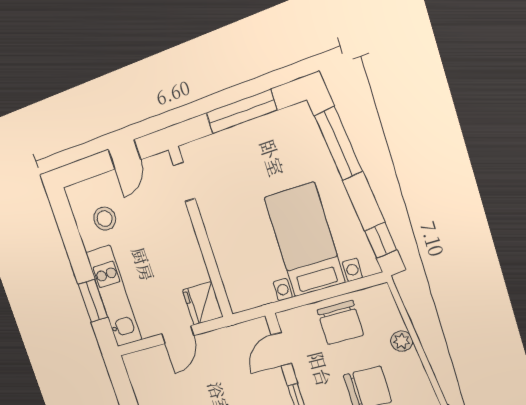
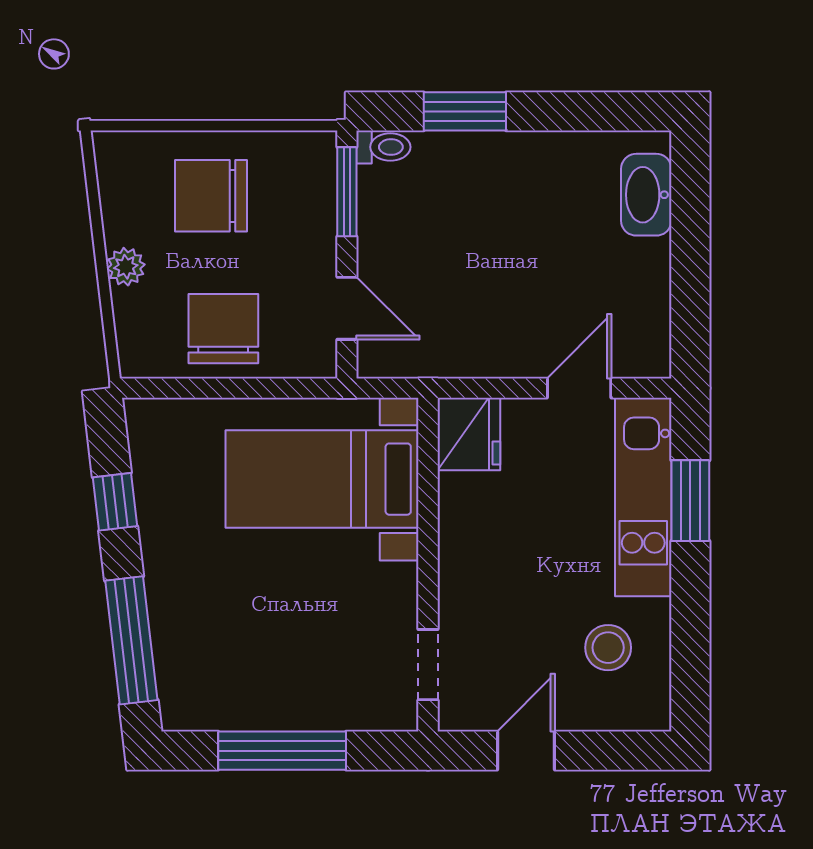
bed with nightstands: (305, 240) -> (322, 479), moved, turned 90
window: (381, 240) -> (115, 502), moved
door: (178, 335) -> (579, 388), moved
door: (281, 349) -> (347, 308), hinge flipped

